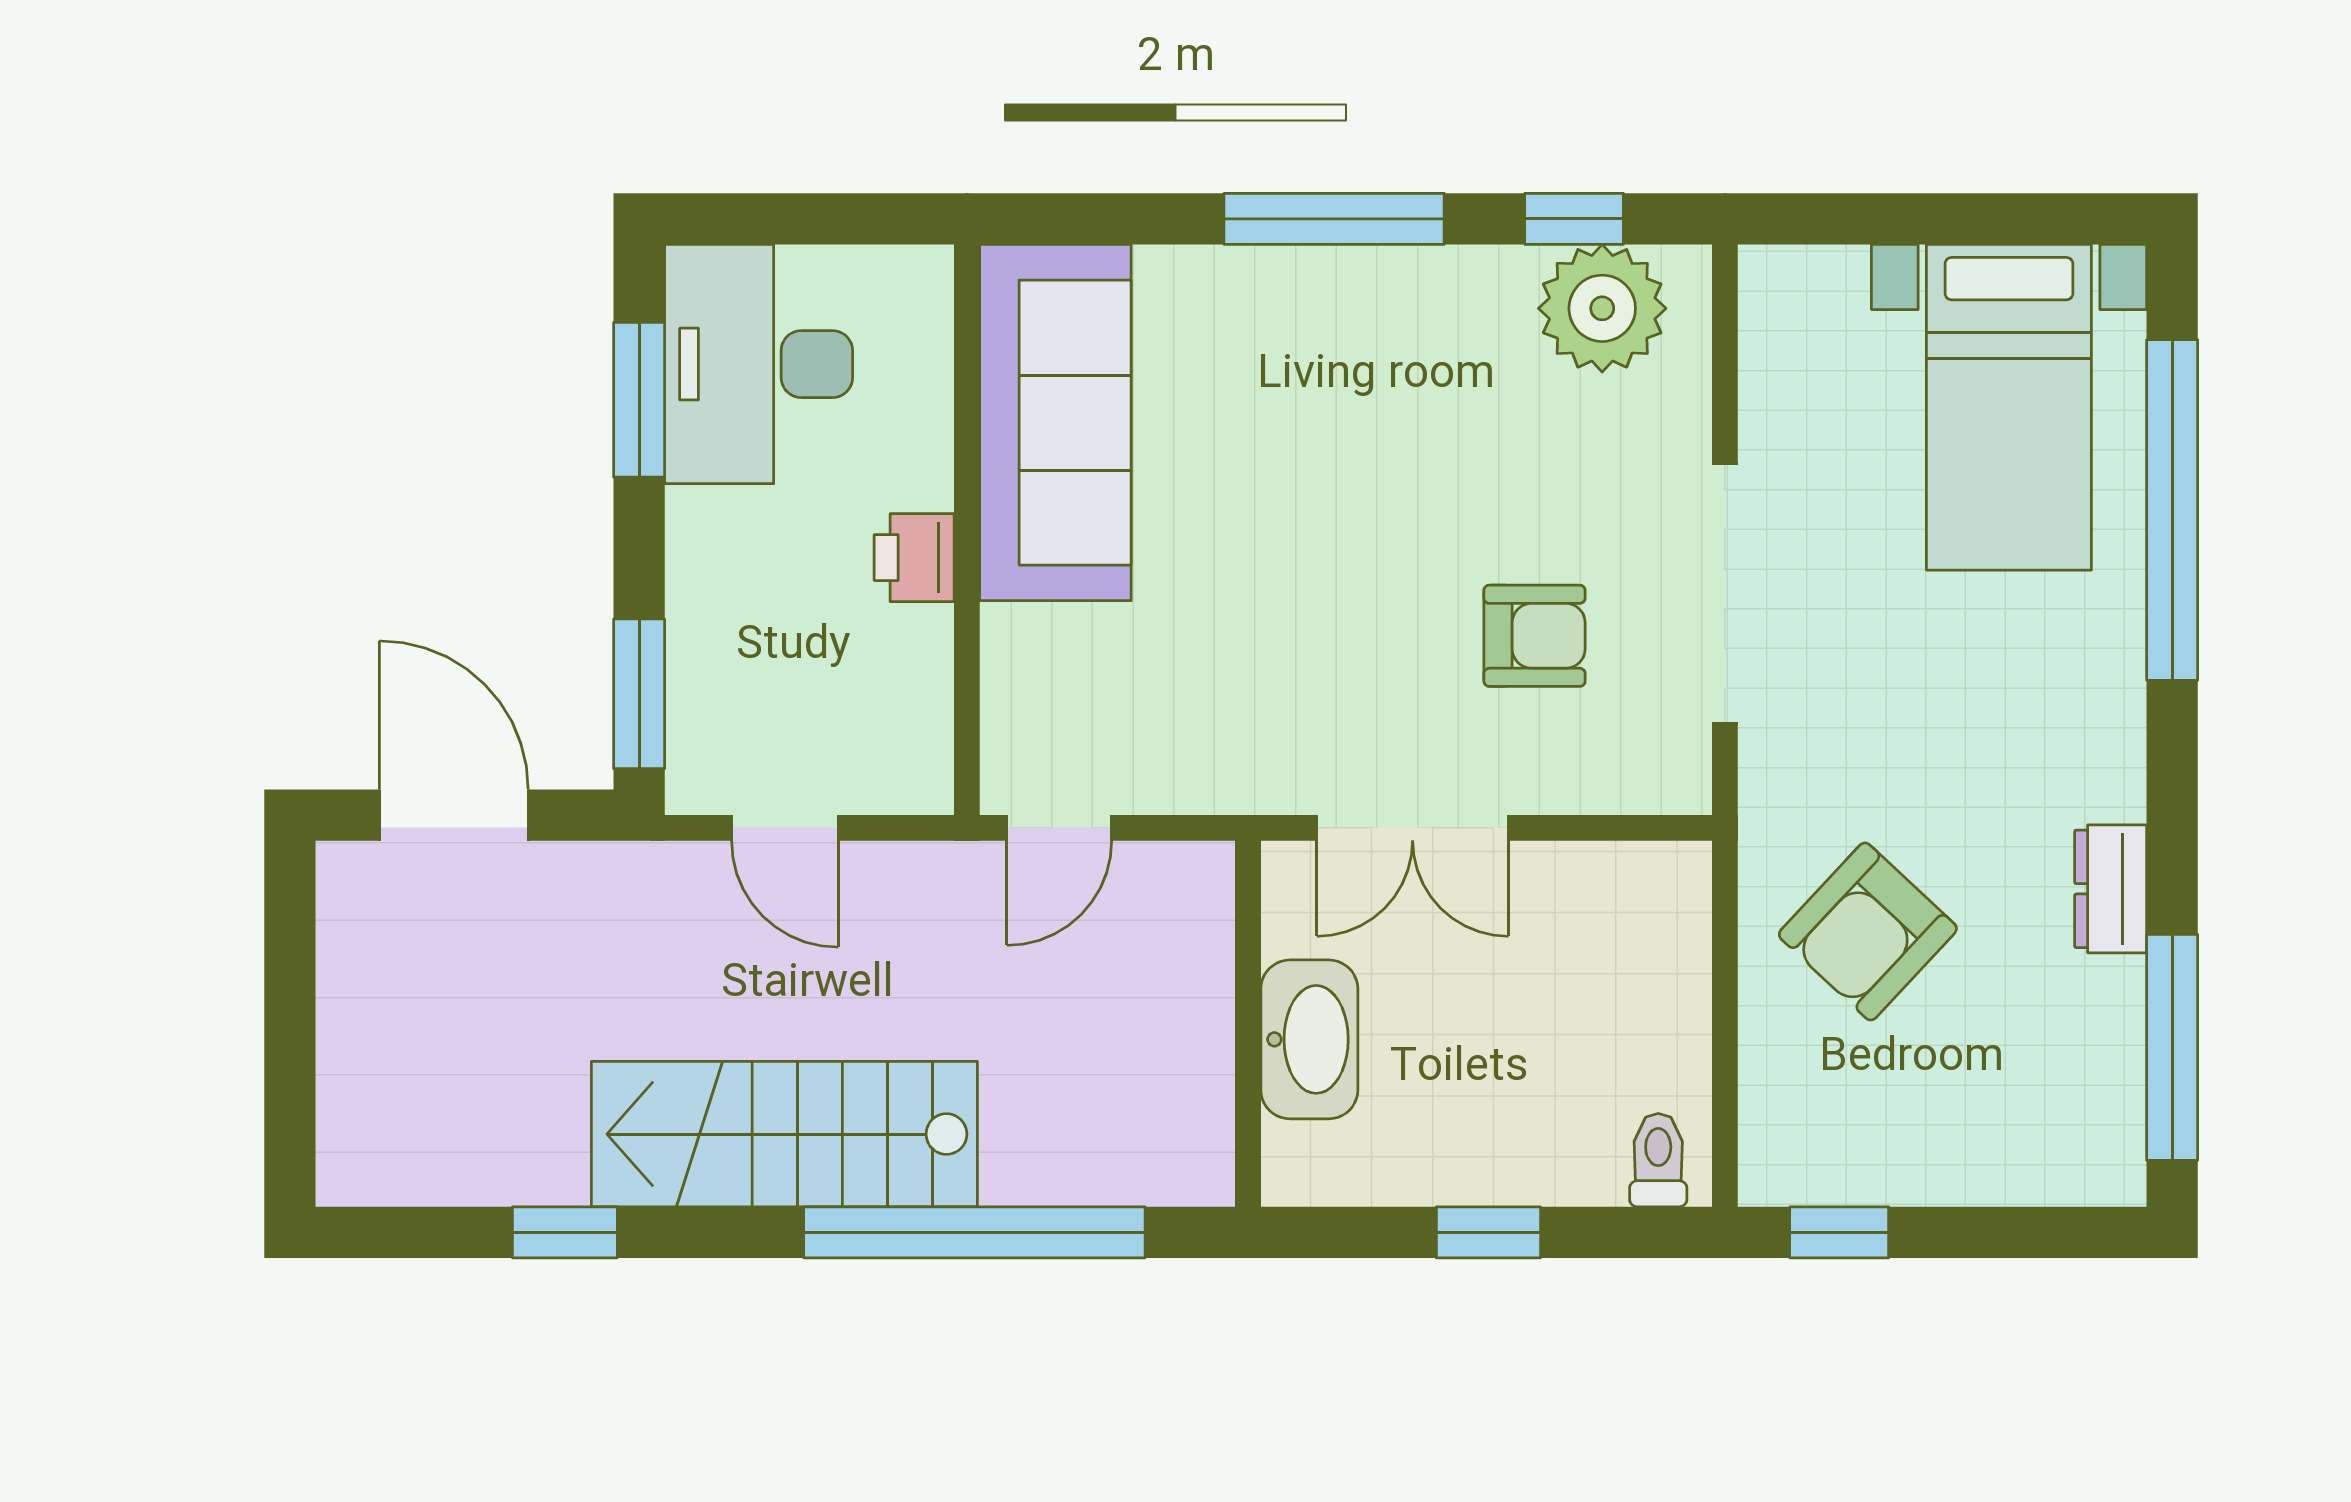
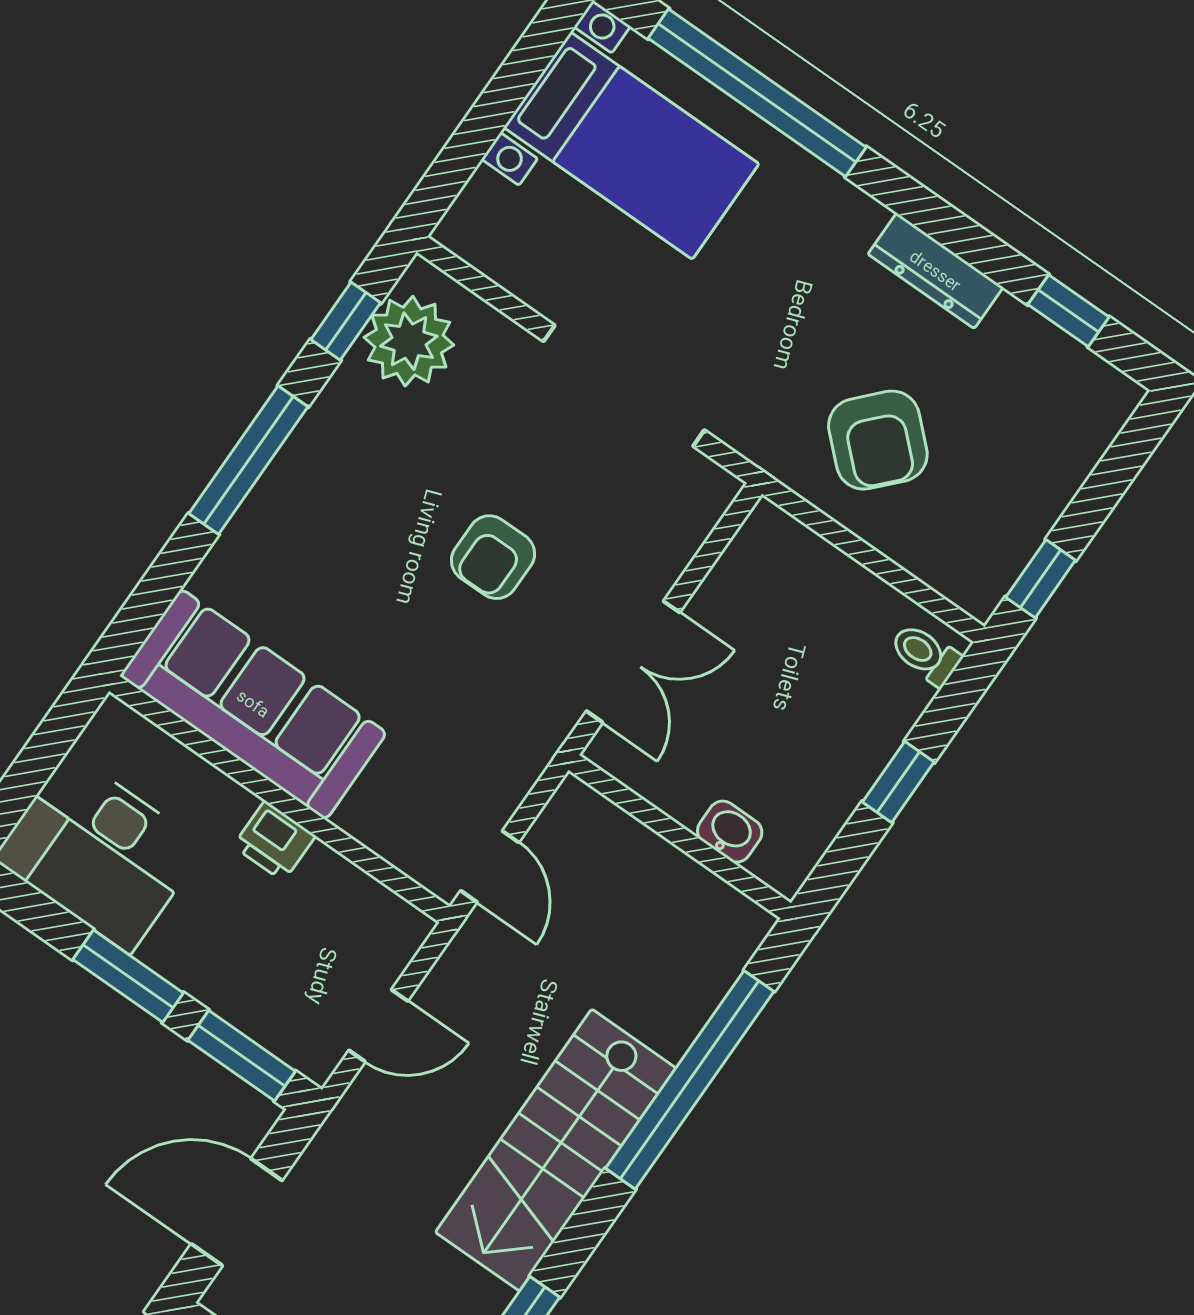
window: (639, 400) -> (128, 976), moved
armchair: (1535, 636) -> (493, 557), moved, turned 180
dresser: (2111, 889) -> (935, 271), width x1.44
washbasin: (1309, 1039) -> (730, 832), width x0.52, depth x0.69
window: (2172, 1047) -> (1068, 311), width x0.46

